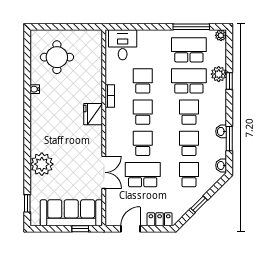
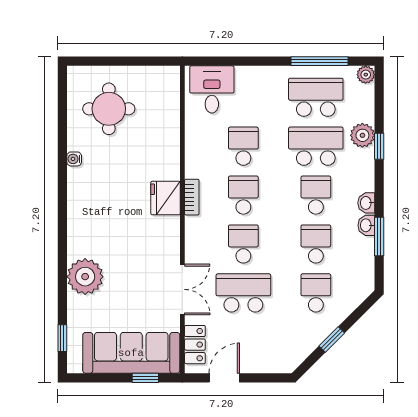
bookcase: (110, 96) -> (192, 197), moved
washbasin: (221, 165) -> (366, 203), moved
locker: (160, 219) -> (195, 345), moved, turned 90

